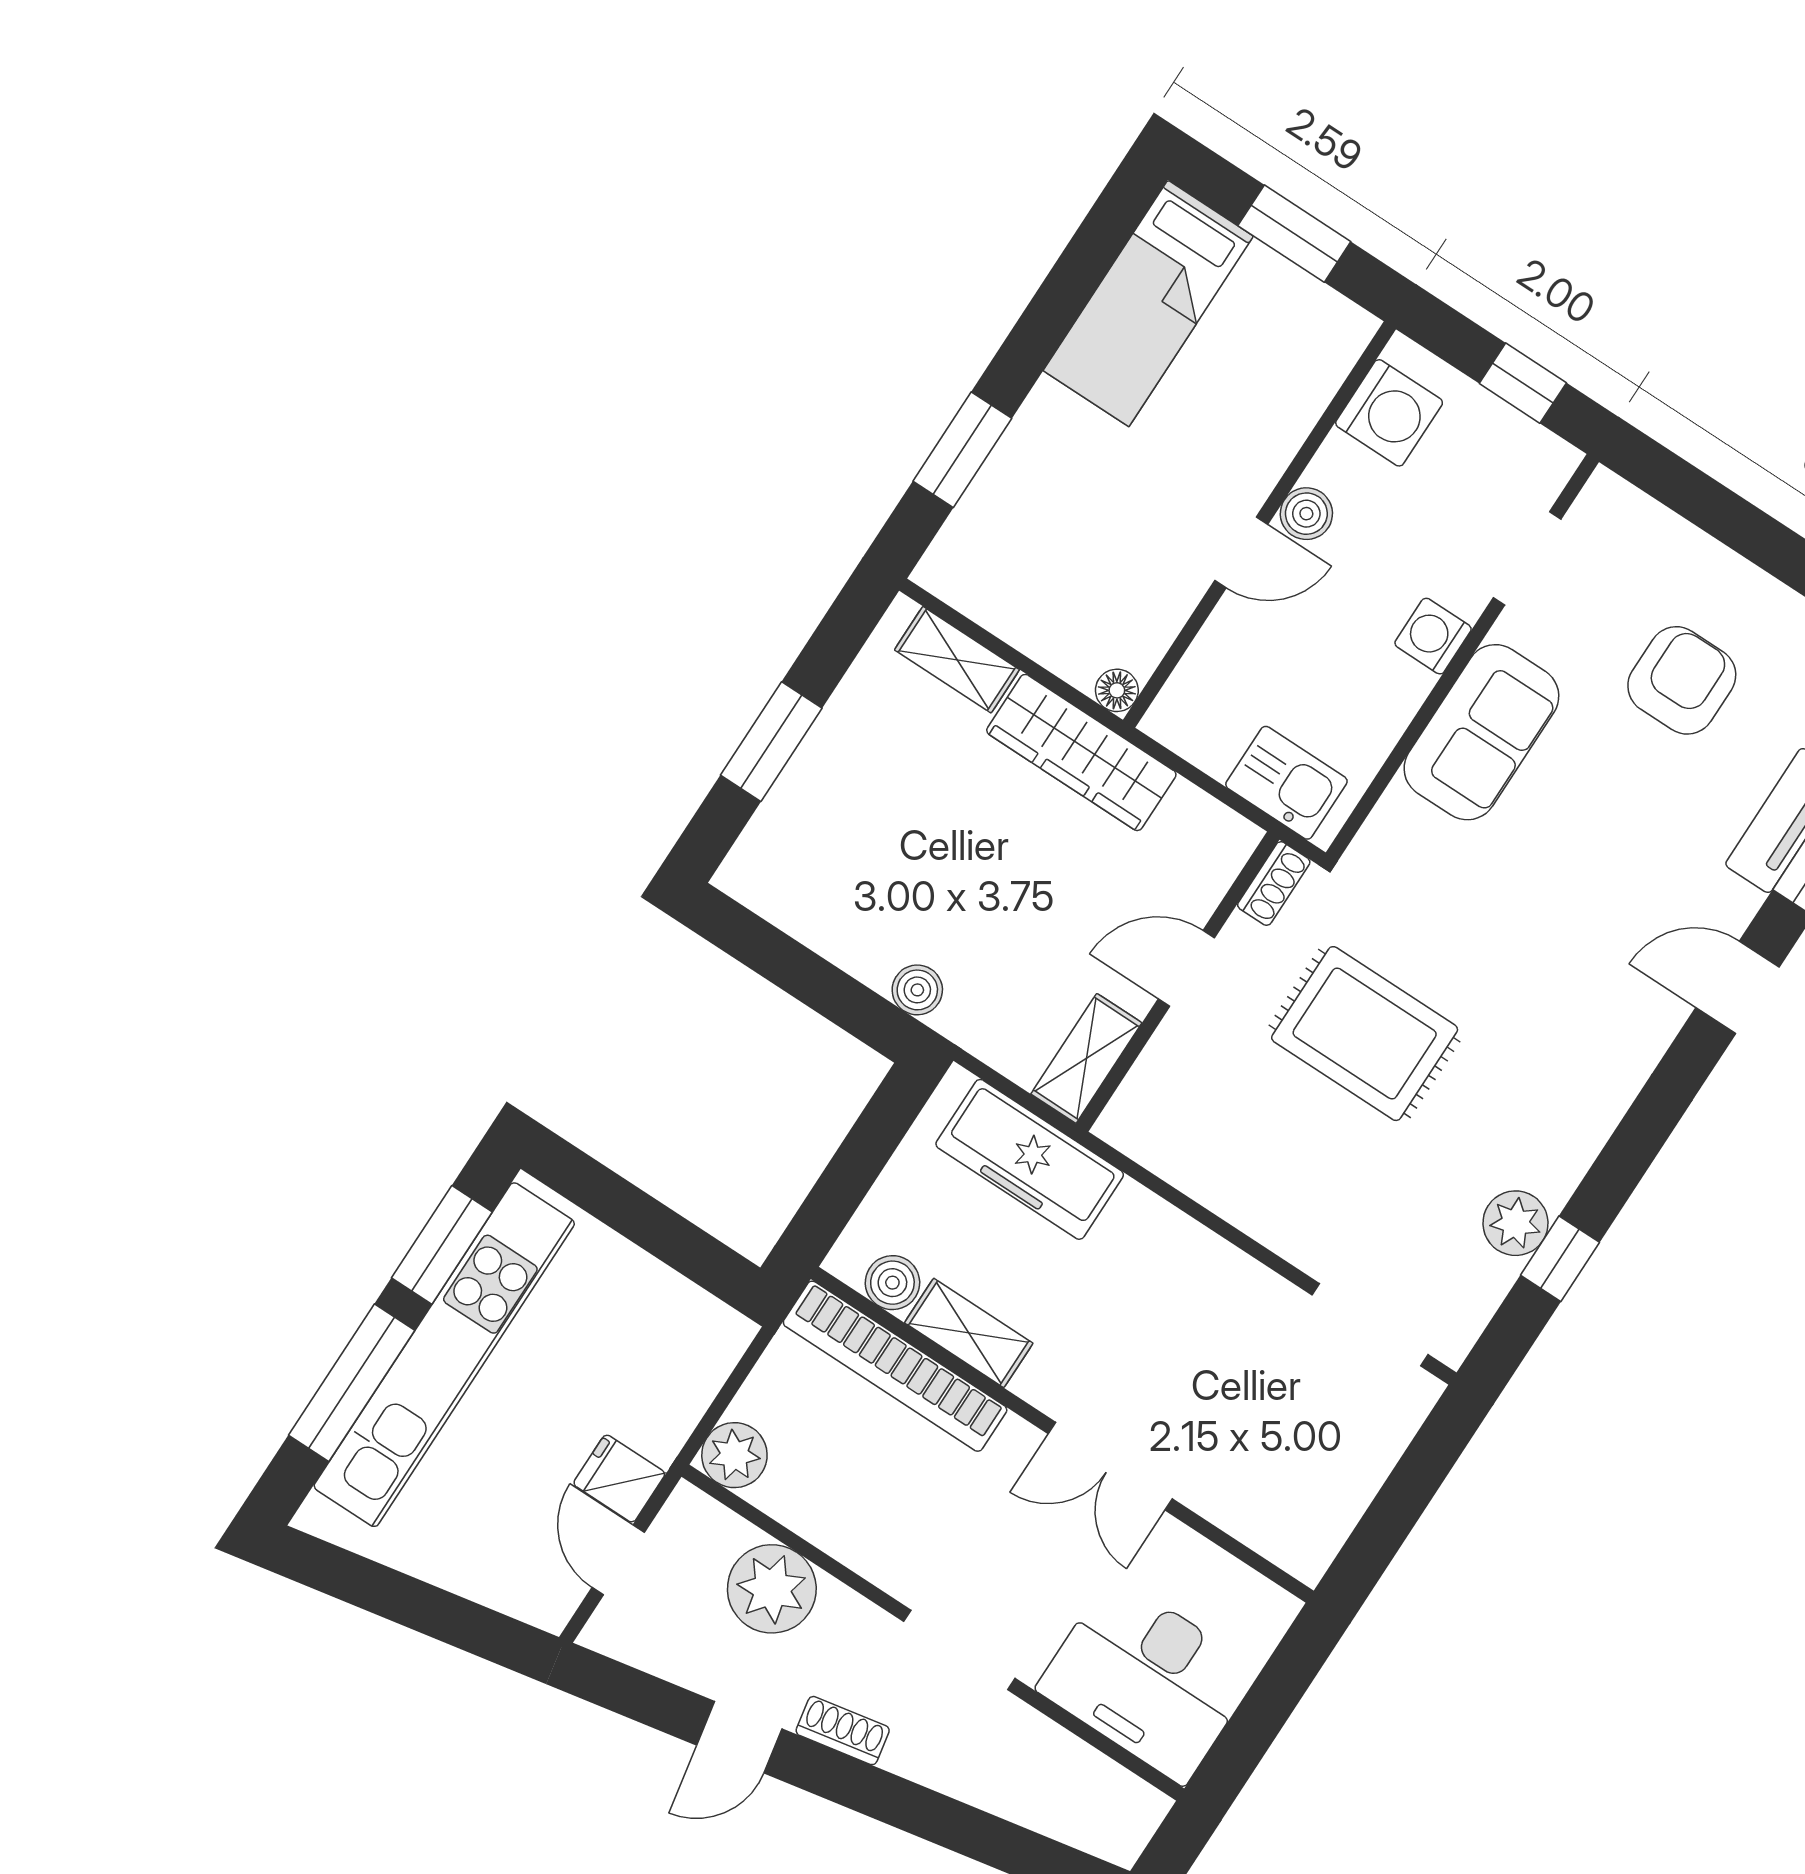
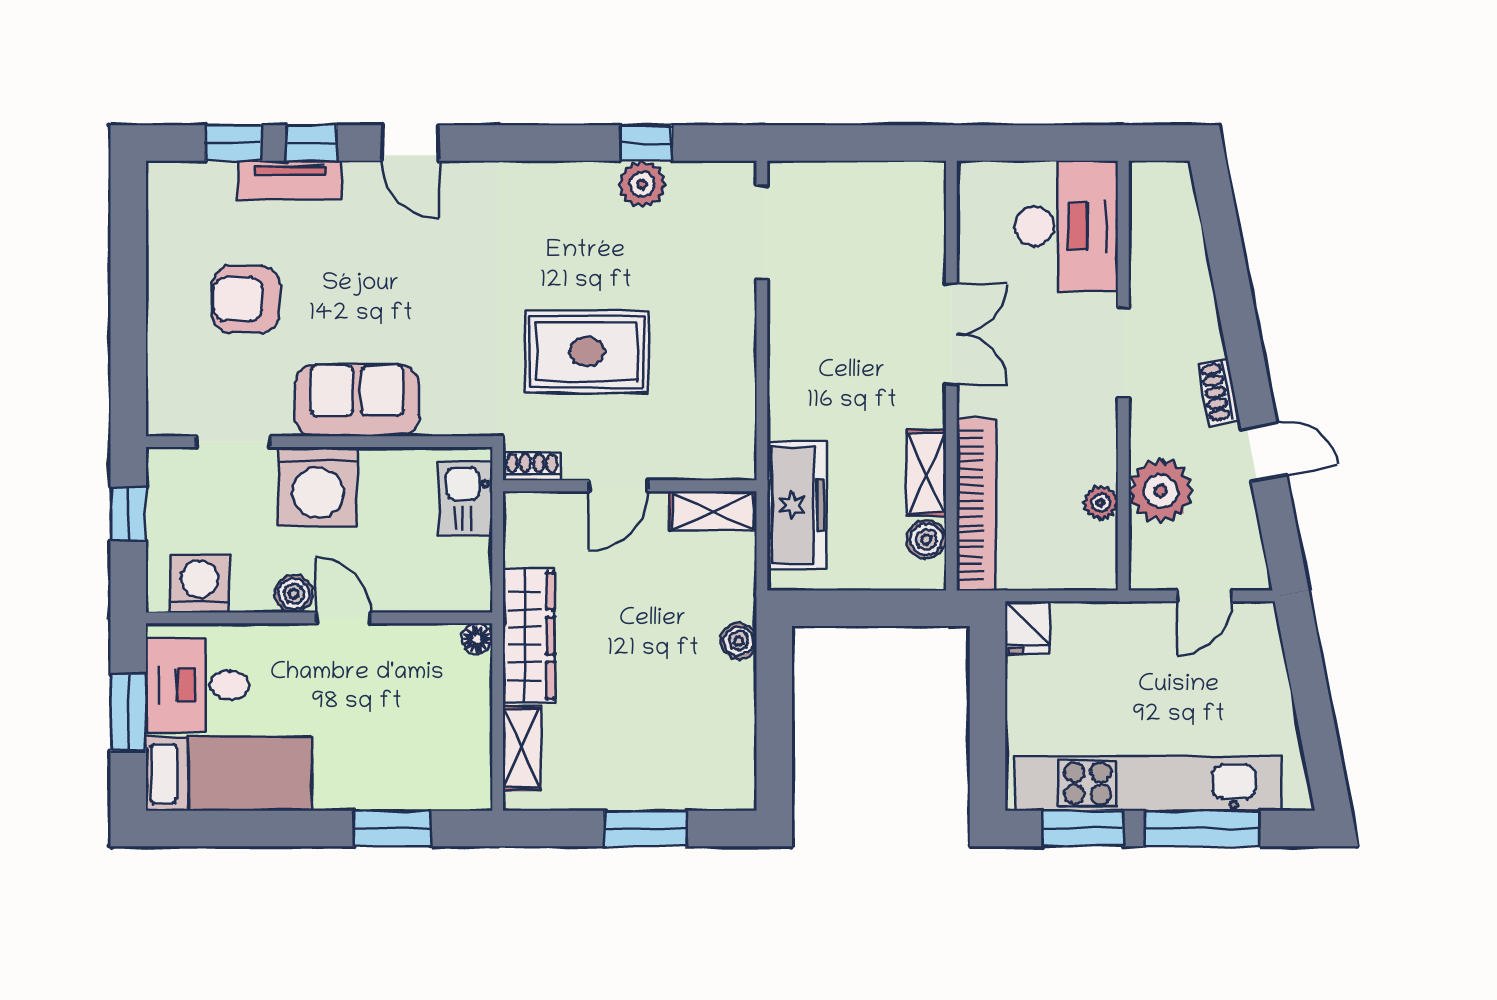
desk: (1274, 334) -> (197, 685), added
washing machine: (1433, 636) -> (318, 487), width x1.89, depth x1.89
door: (1186, 968) -> (618, 486), hinge flipped
rug: (1365, 1034) -> (587, 351), turned 90
plant: (734, 1455) -> (1101, 503), moved, width x0.73, depth x0.73
fridge: (619, 1479) -> (1027, 628), moved

